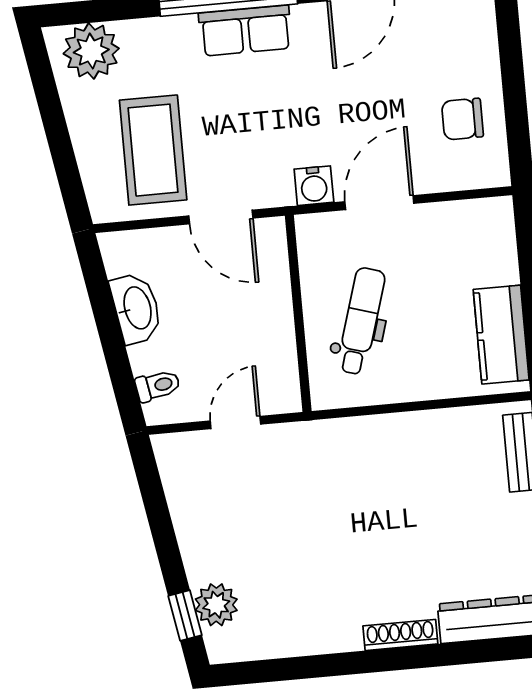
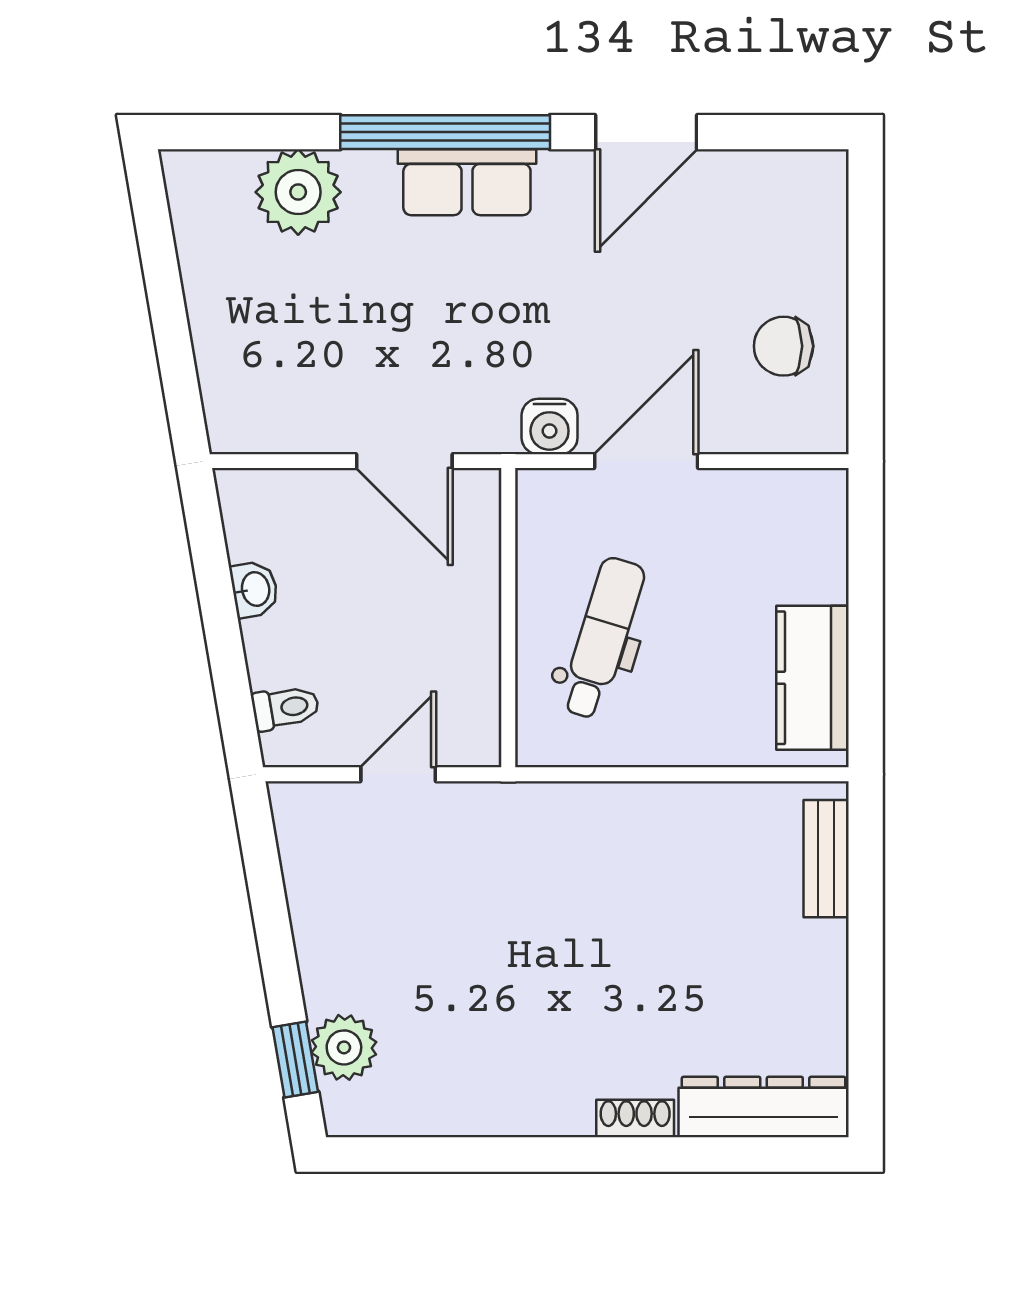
plant: (91, 51) -> (298, 192), moved
coffee table: (153, 150) -> (311, 350), removed
washbasin: (136, 308) -> (254, 589), width x0.52, depth x0.69
shoe rack: (400, 635) -> (635, 1118), width x0.70

